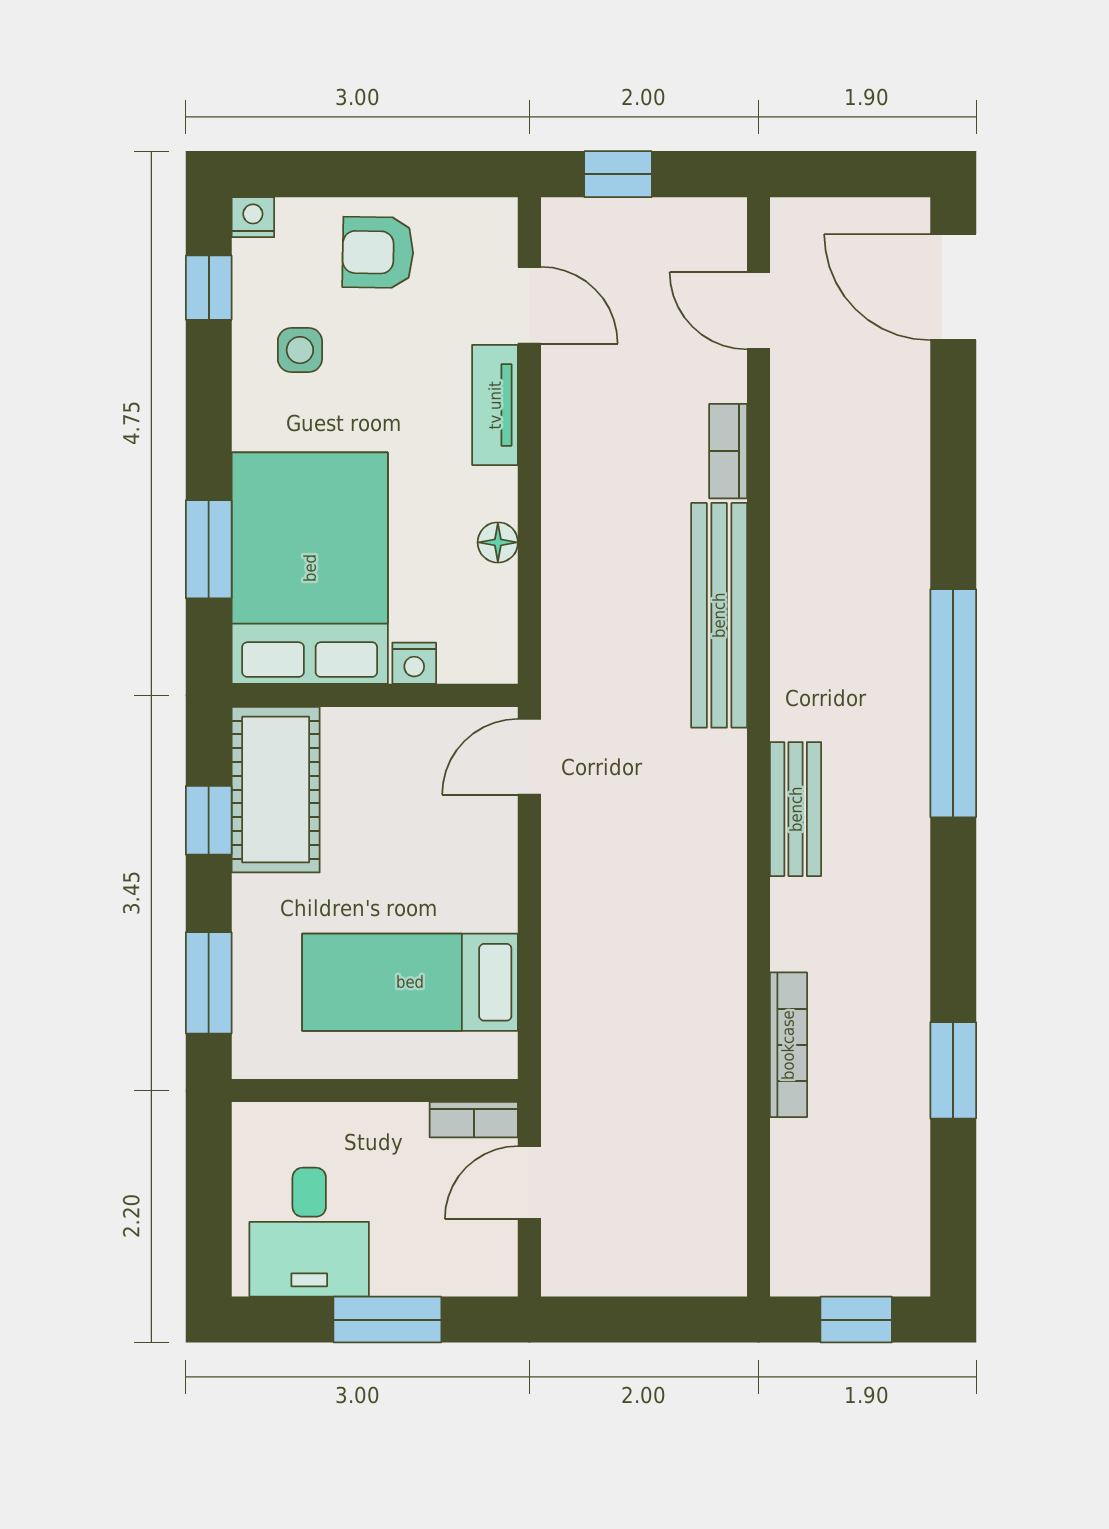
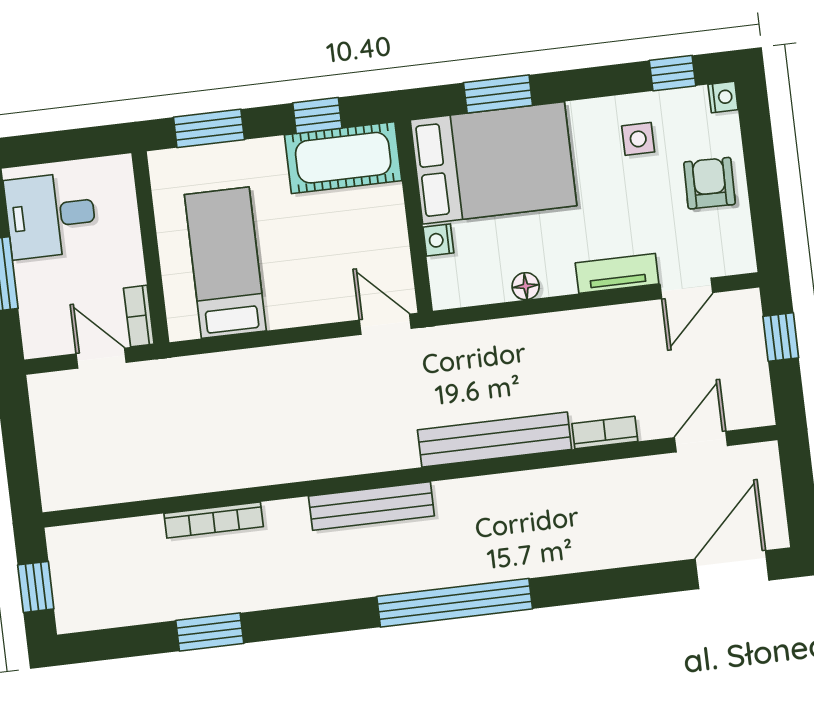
bench: (796, 809) -> (371, 506), width x1.36

